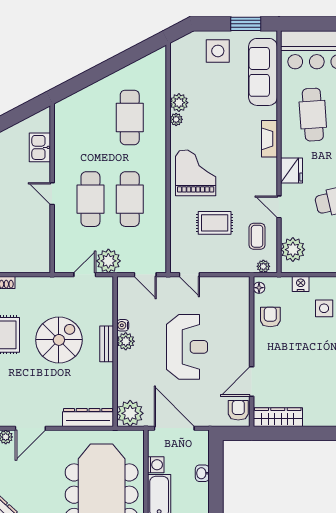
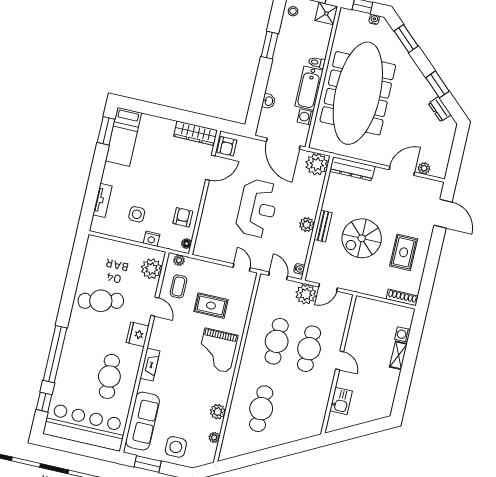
plant: (176, 119) -> (214, 437), moved
armchair: (270, 317) -> (183, 217), turned 180
water cooler: (123, 325) -> (299, 269), moved
reception desk: (187, 347) -> (257, 208), turned 180

